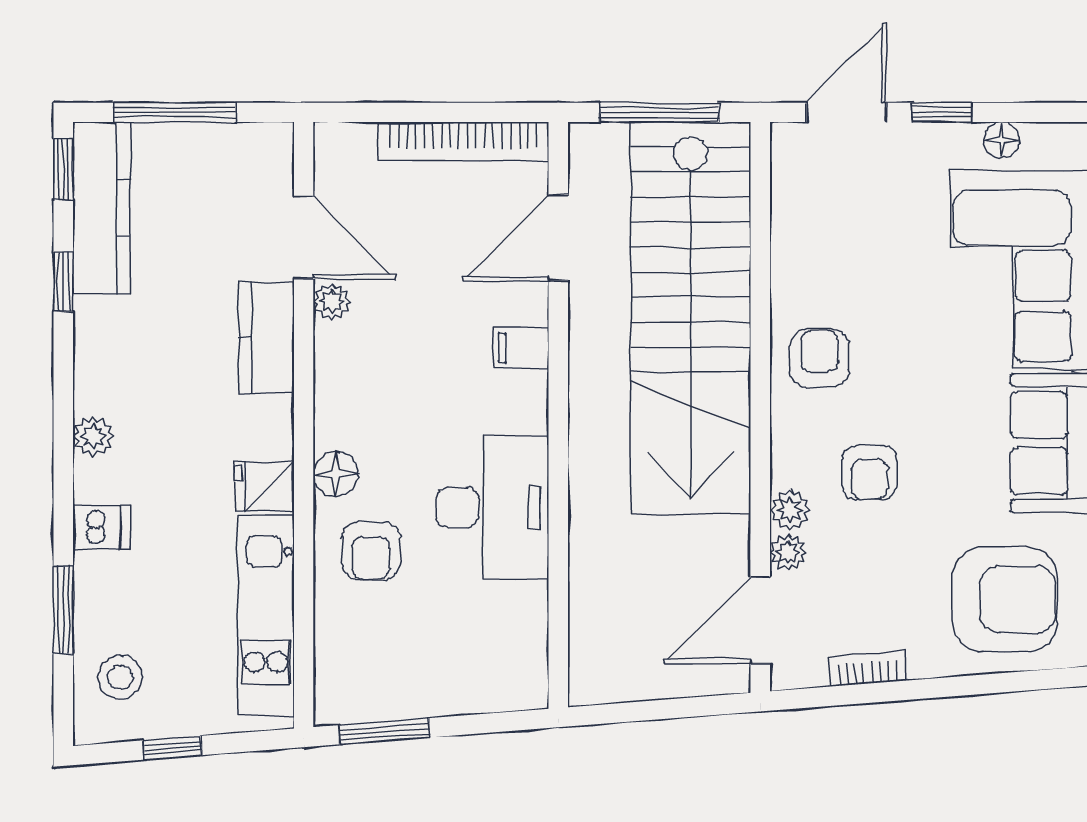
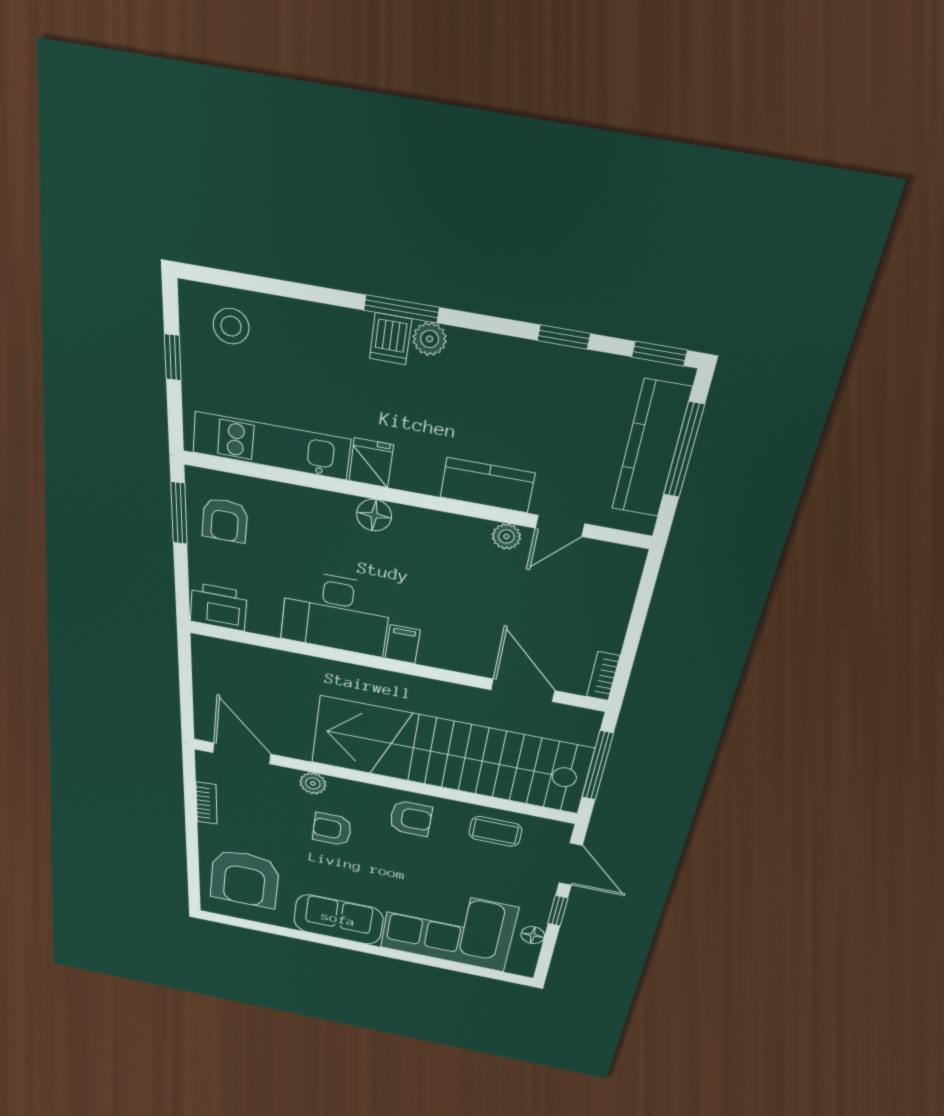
bookcase: (463, 141) -> (603, 676), width x0.43, depth x0.76
kitchen counter: (102, 208) -> (651, 449), moved, turned 90
coffee table: (813, 232) -> (495, 831), added
door: (304, 238) -> (560, 526), width x0.73
filing cabinet: (521, 348) -> (403, 644), moved
dishwasher: (101, 527) -> (390, 339), moved
armchair: (371, 551) -> (225, 520), moved, turned -90
plant: (788, 552) -> (285, 777), removed
window: (63, 609) -> (401, 309), moved
printer: (517, 670) -> (219, 607), added

